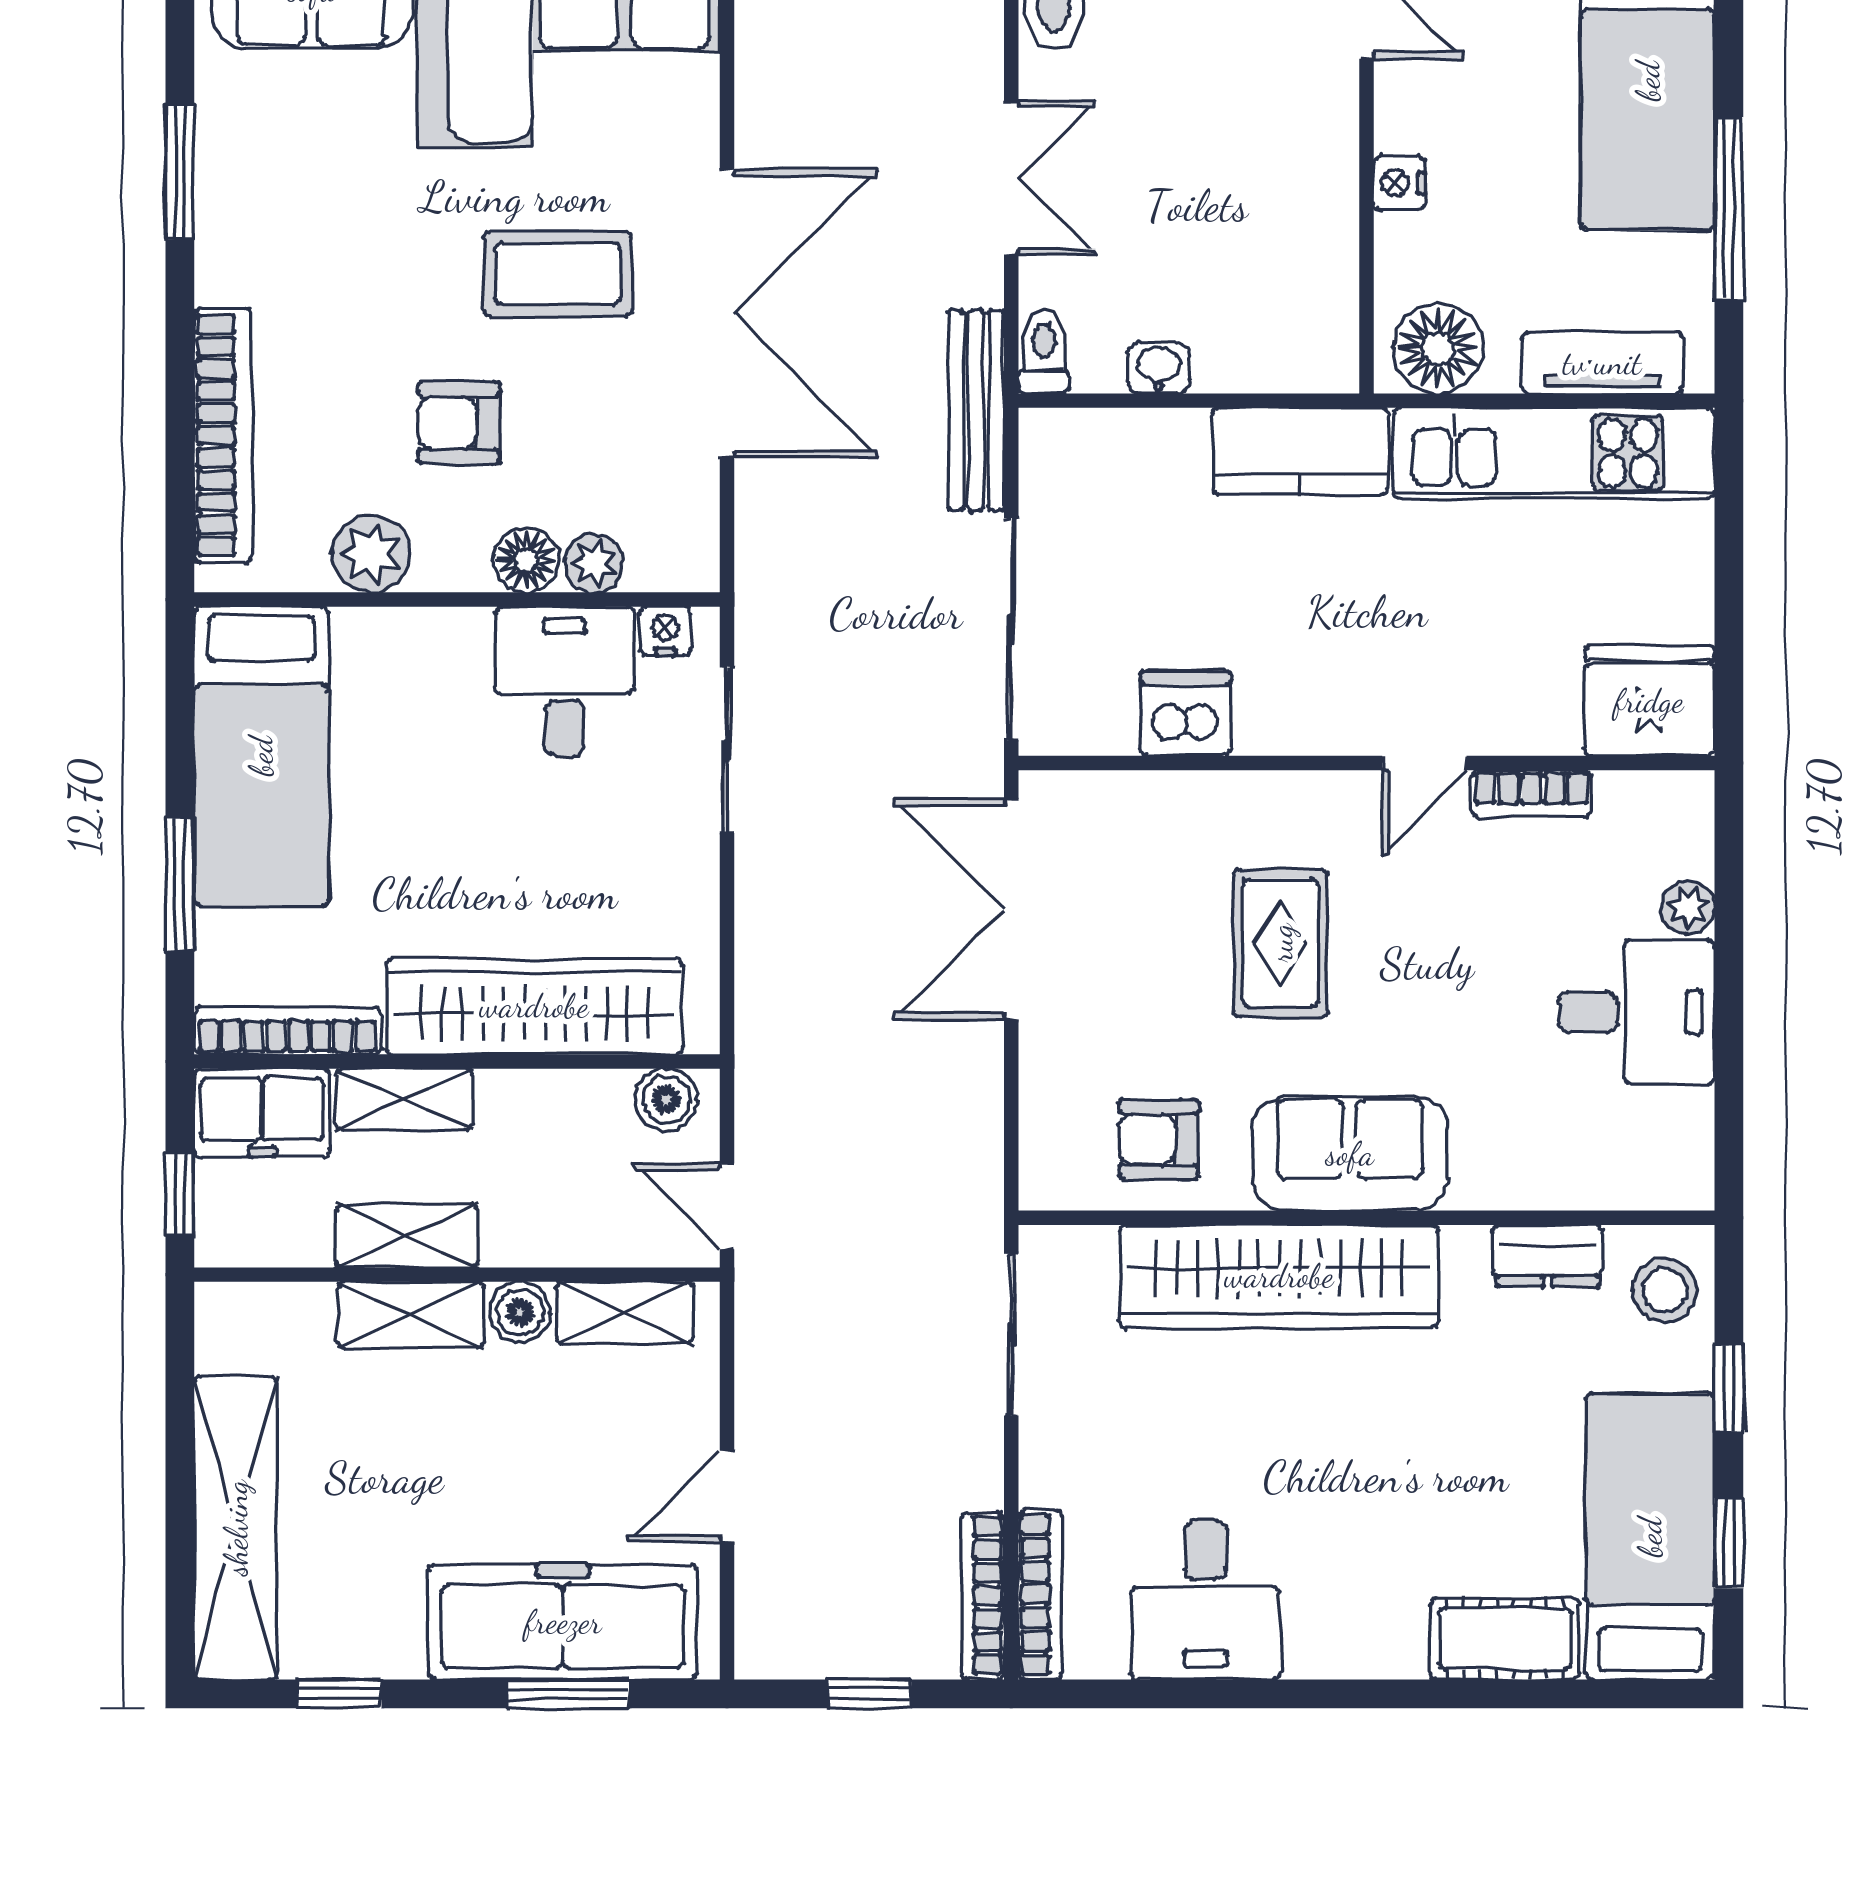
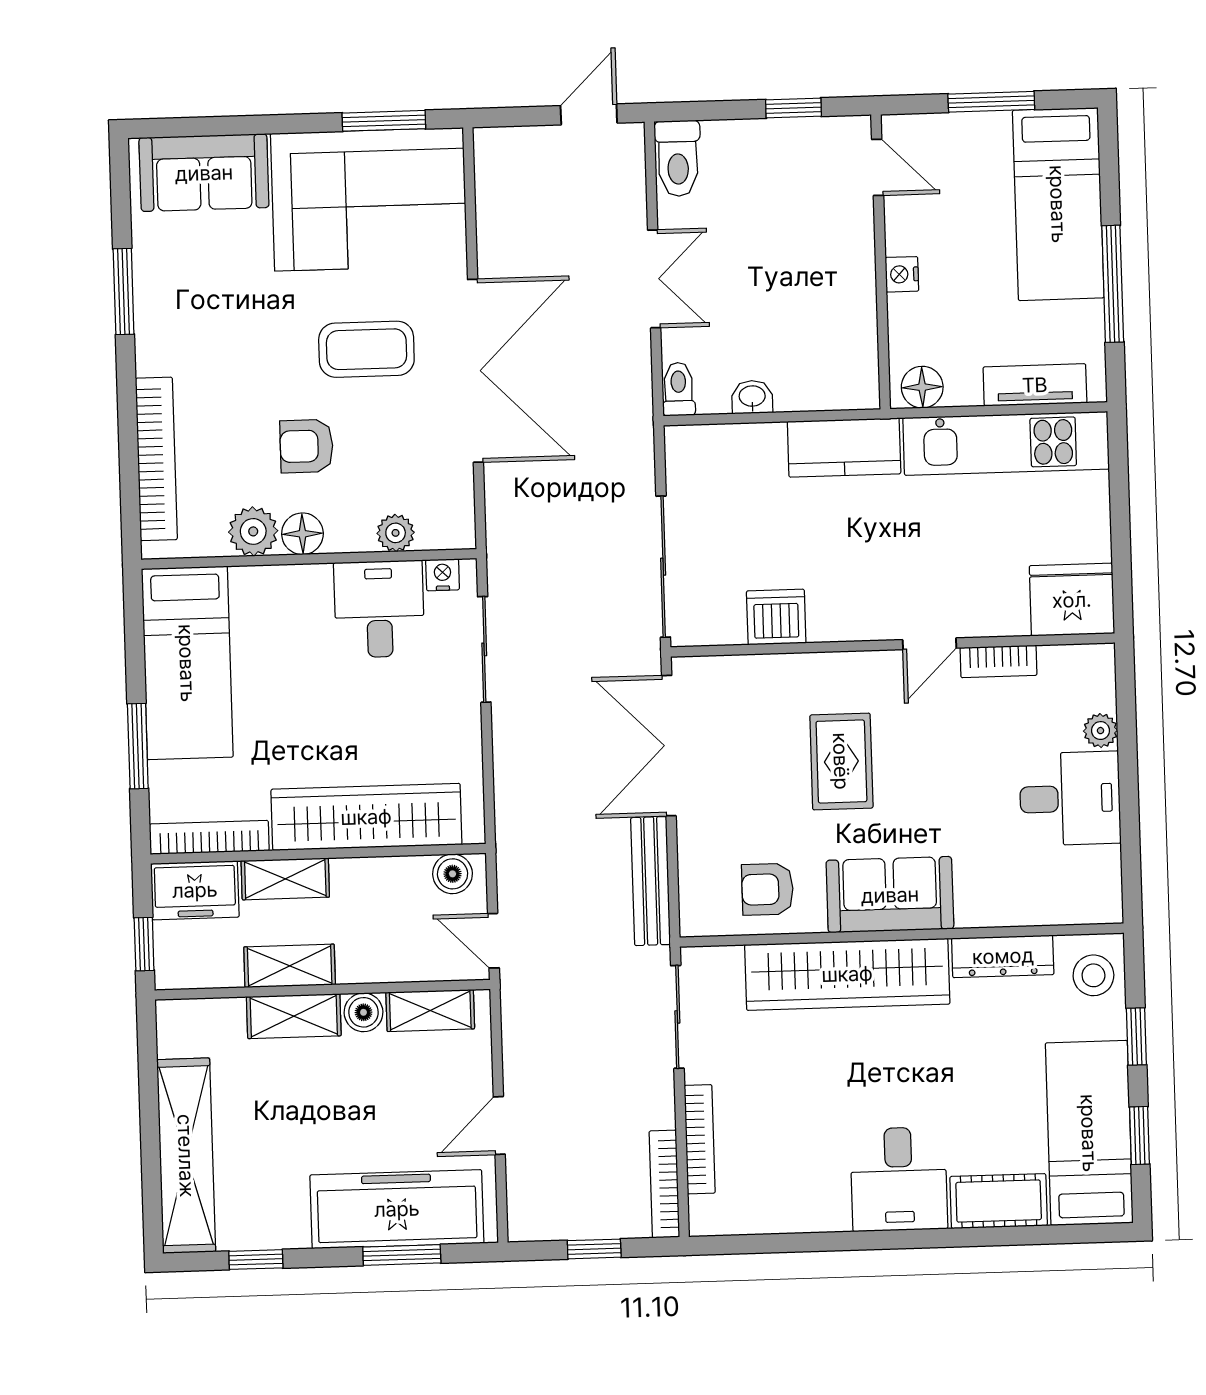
floor lamp: (1438, 349) -> (922, 387), width x0.73, depth x0.73
bench: (976, 410) -> (651, 881), moved
floor lamp: (526, 560) -> (302, 534), moved
dresser: (1548, 1256) -> (1003, 956), width x1.44
bookcase: (1040, 1595) -> (700, 1139), moved
desk: (1205, 1599) -> (899, 1179), moved

